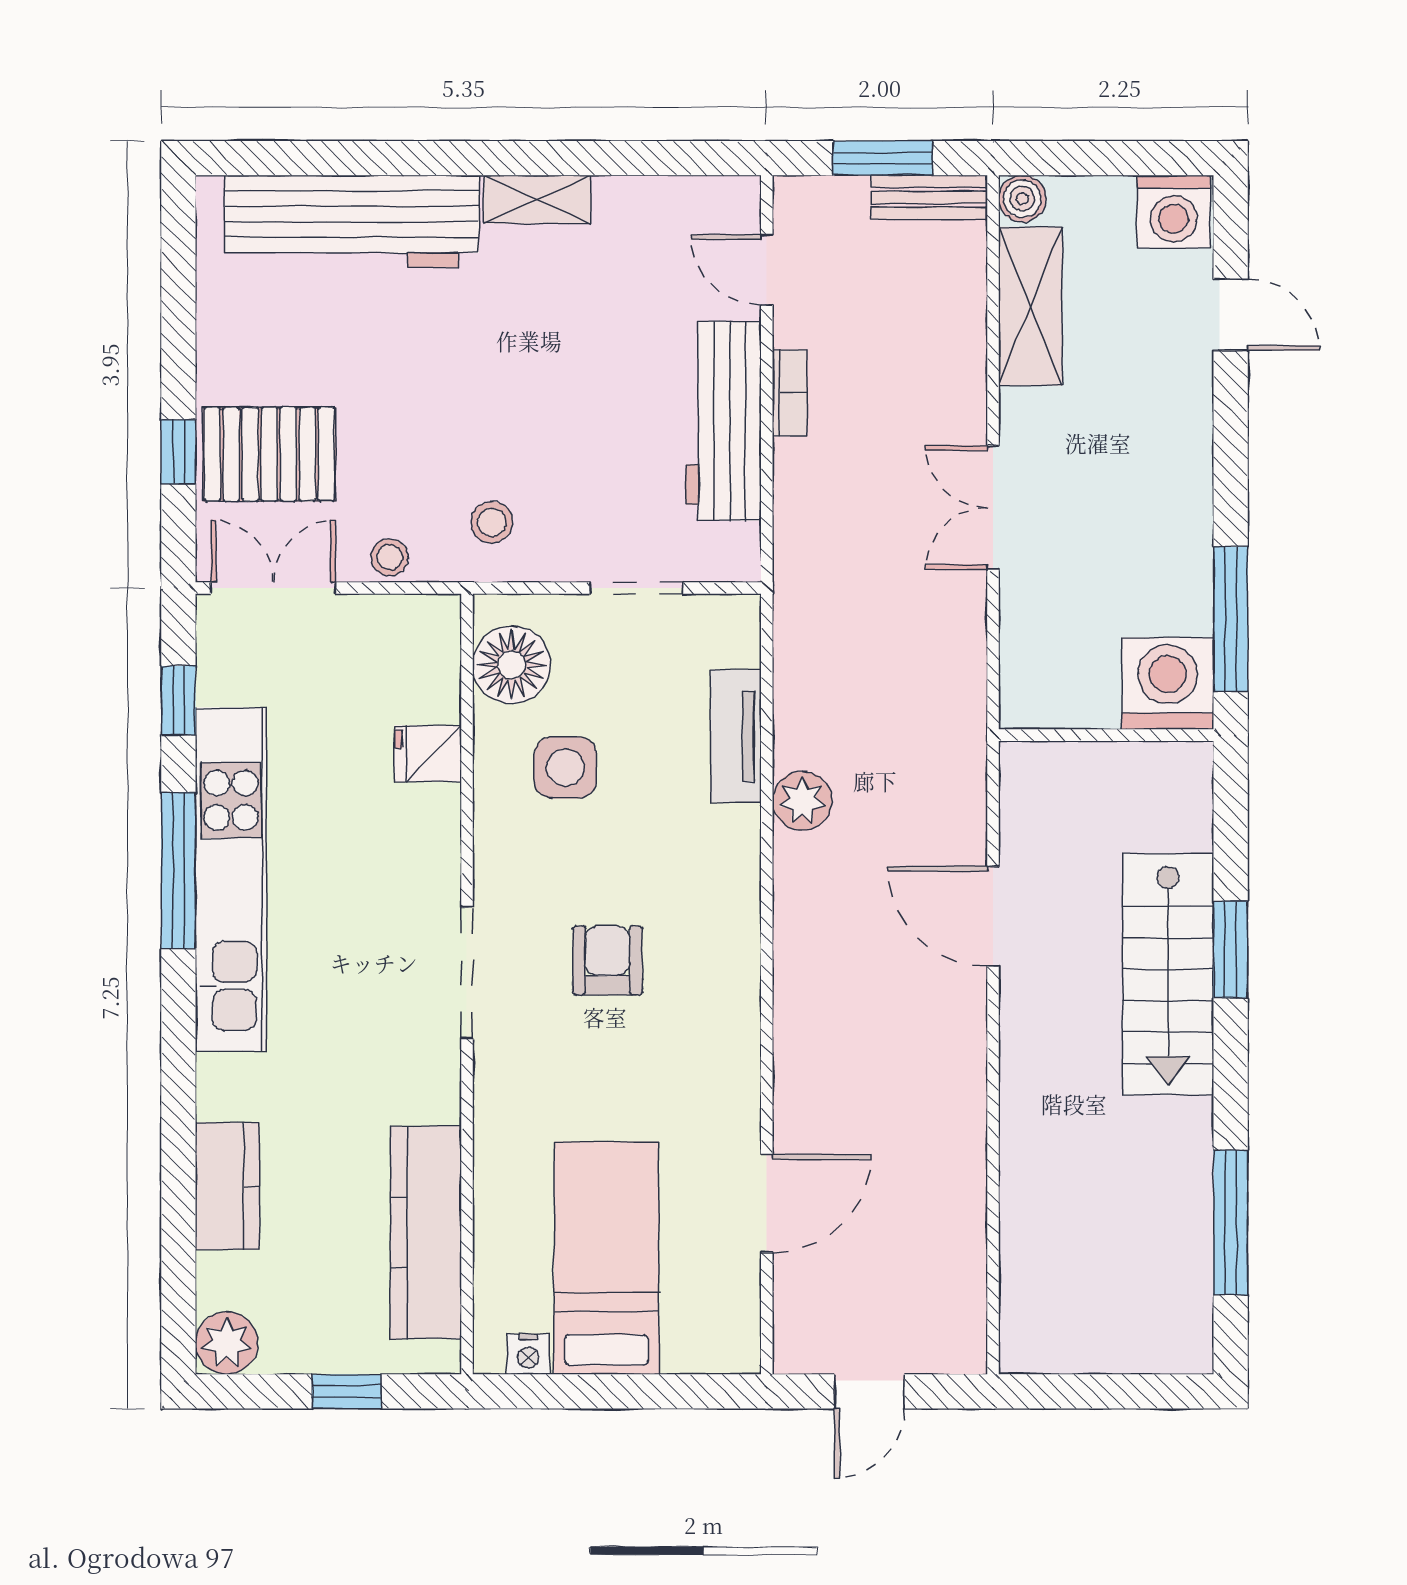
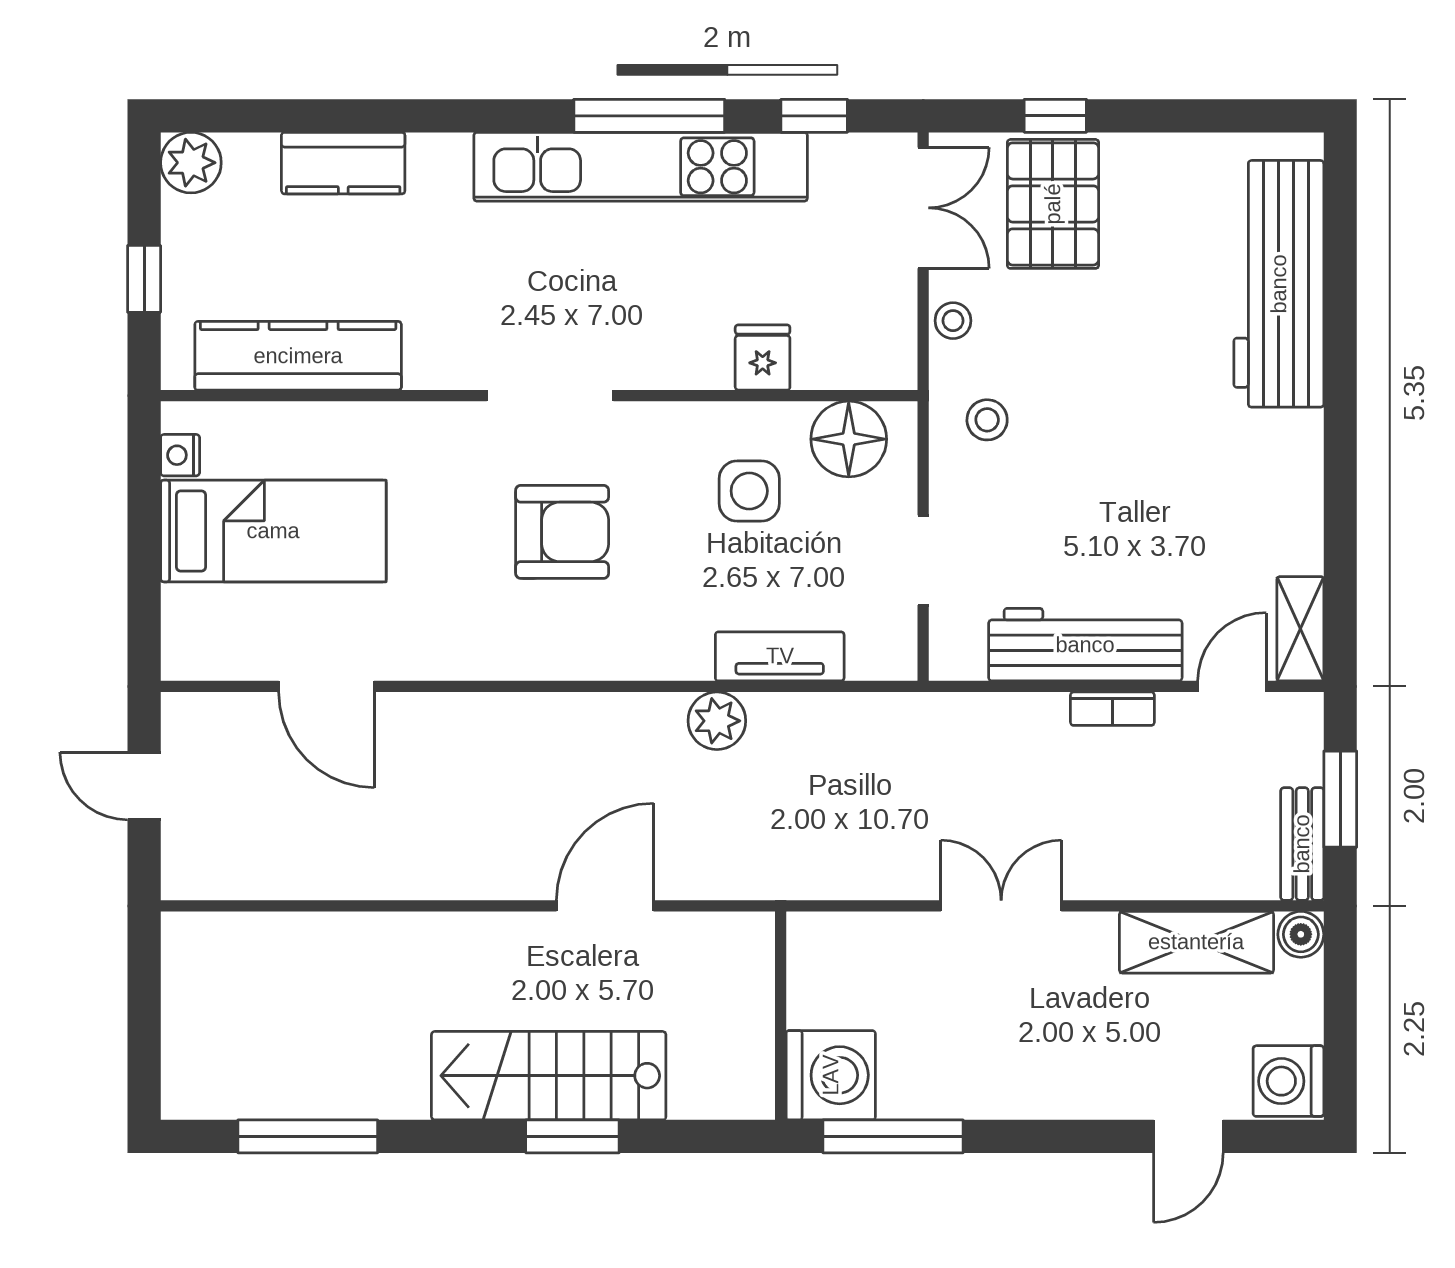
shelving: (537, 199) -> (1300, 629), moved
armchair: (607, 960) -> (562, 532), width x1.38, depth x1.38

